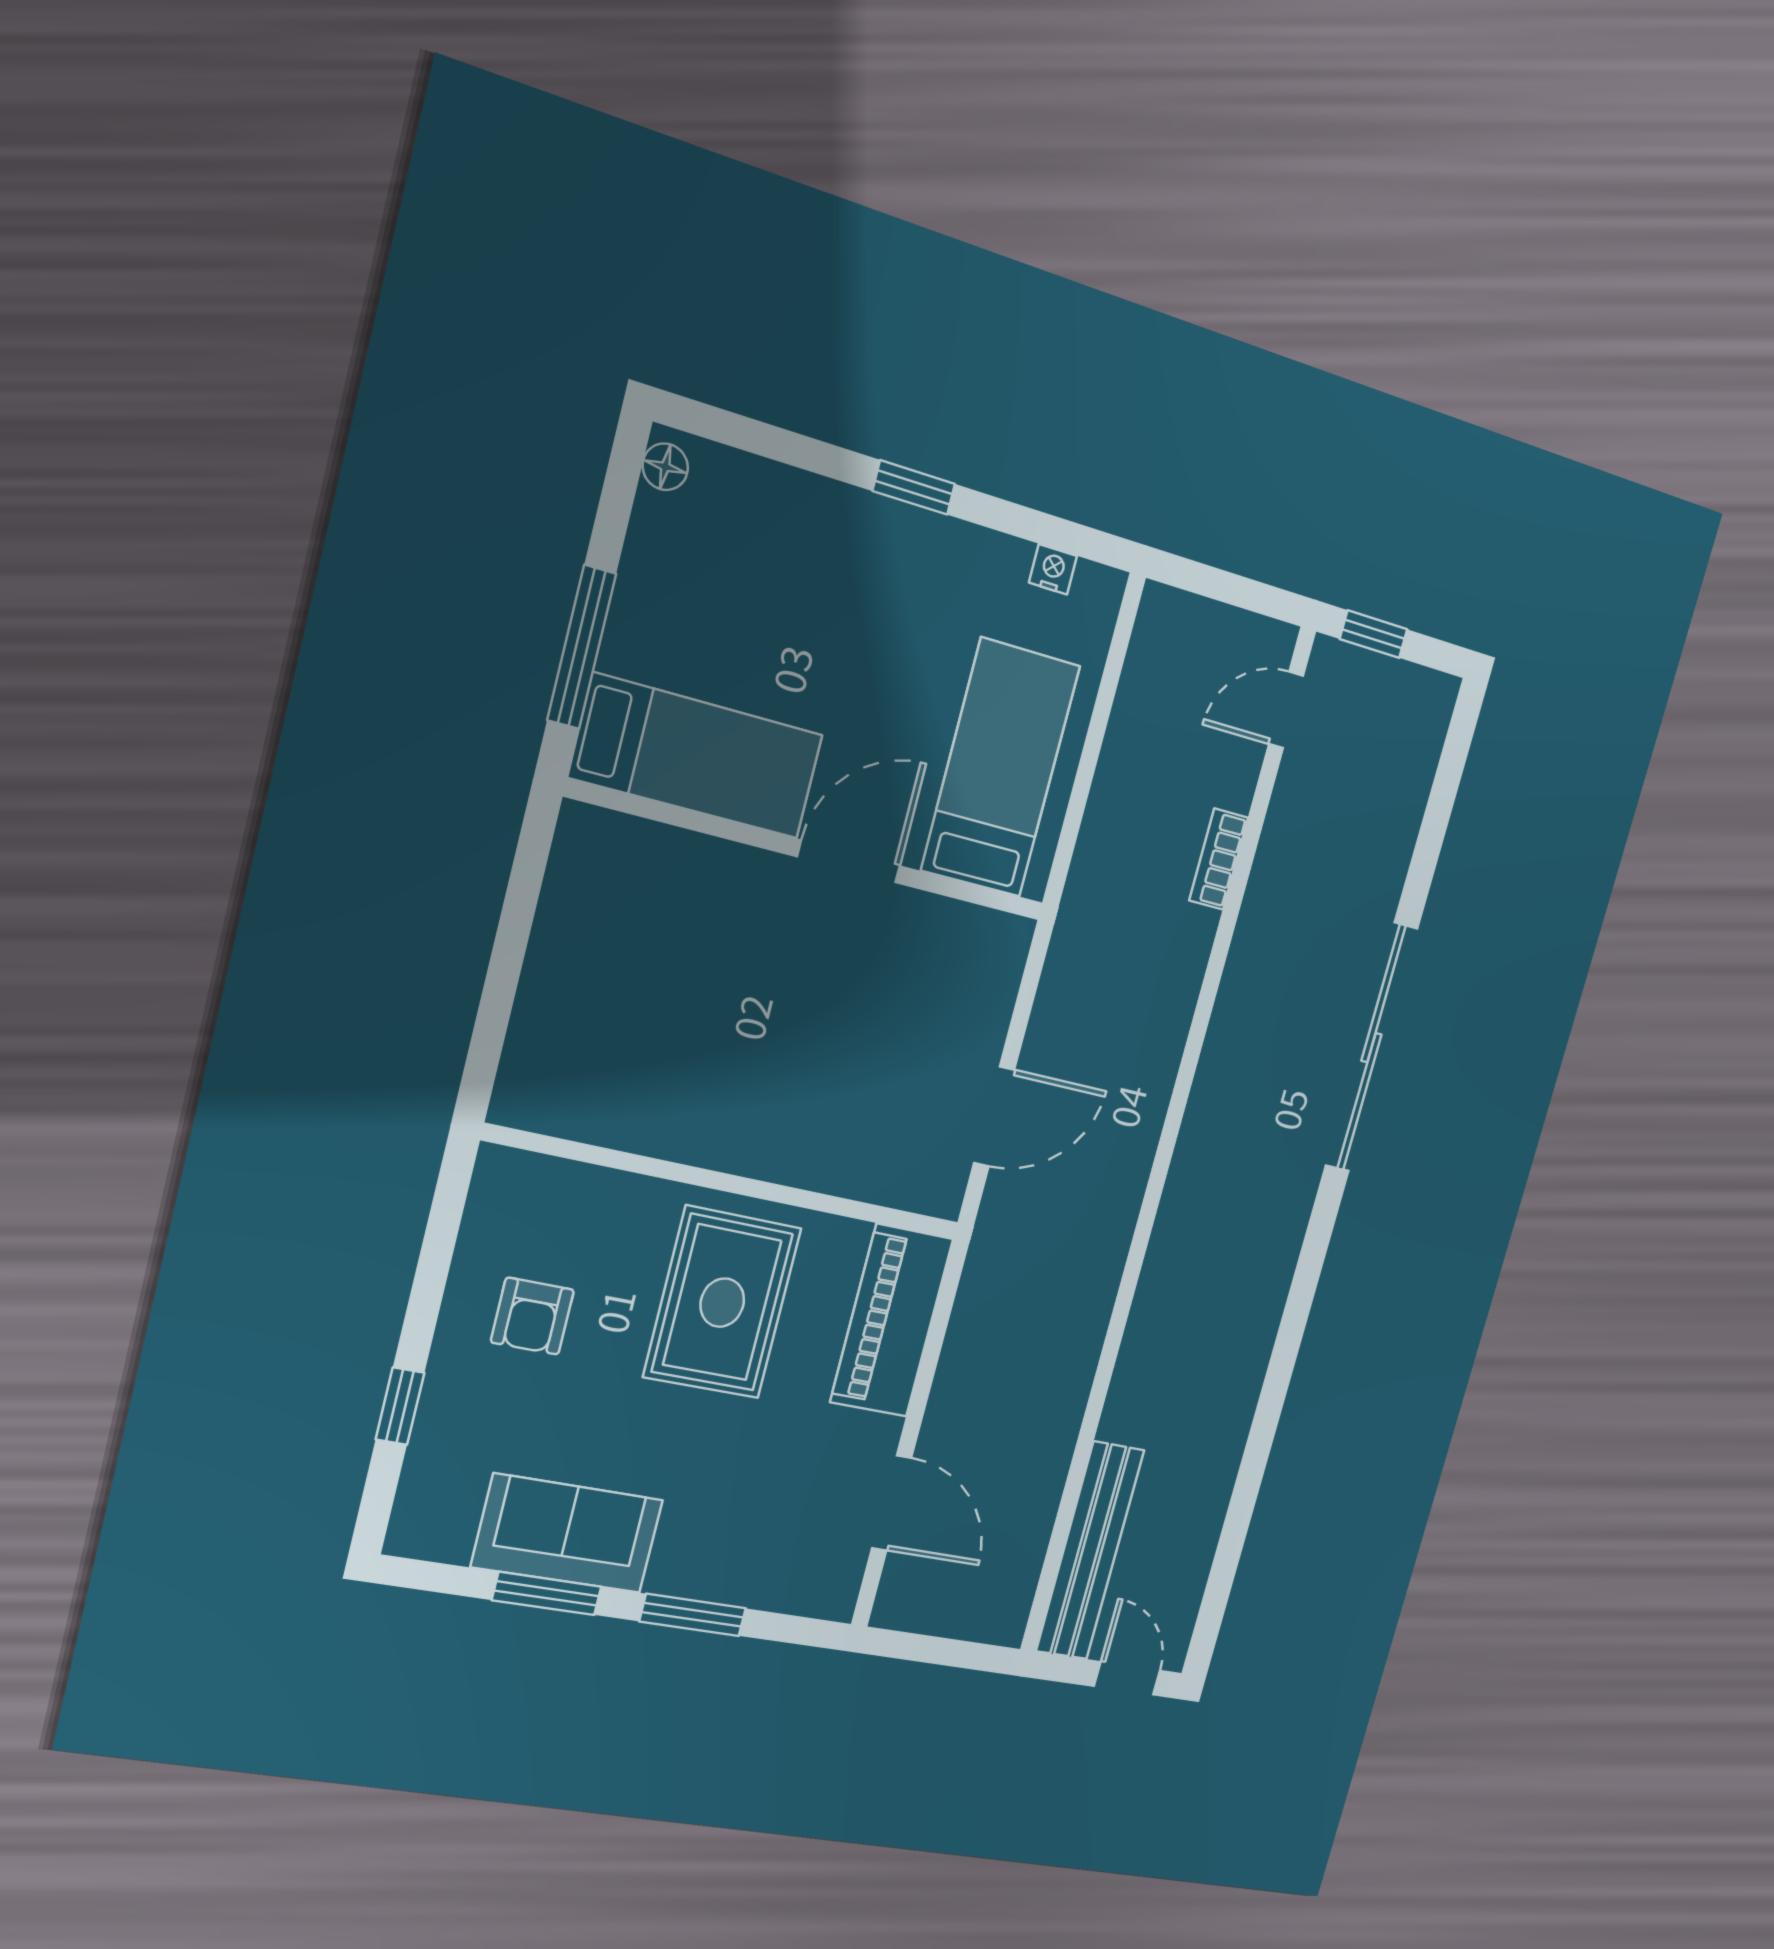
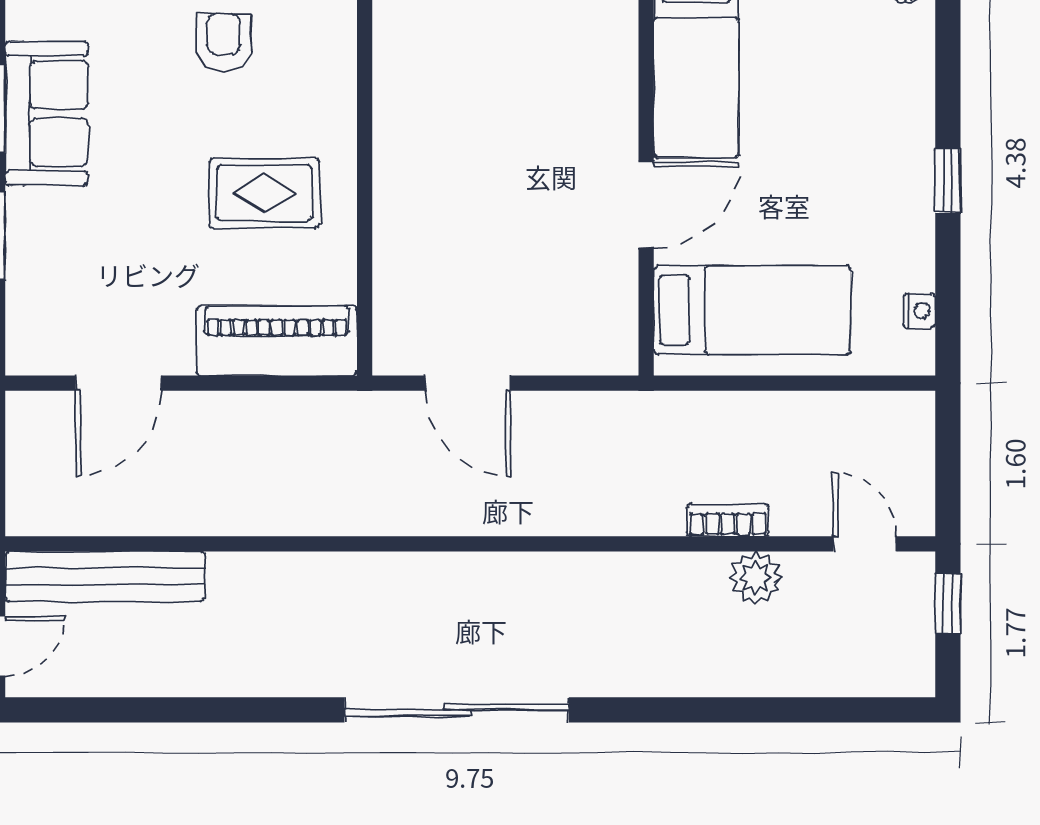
plant: (1287, 844) -> (756, 578), added
door: (849, 861) -> (646, 205), hinge flipped
sliding door: (1371, 1048) -> (457, 710), moved
rug: (722, 1303) -> (264, 193), width x0.73, depth x0.70
armchair: (532, 1316) -> (224, 42), turned 90

